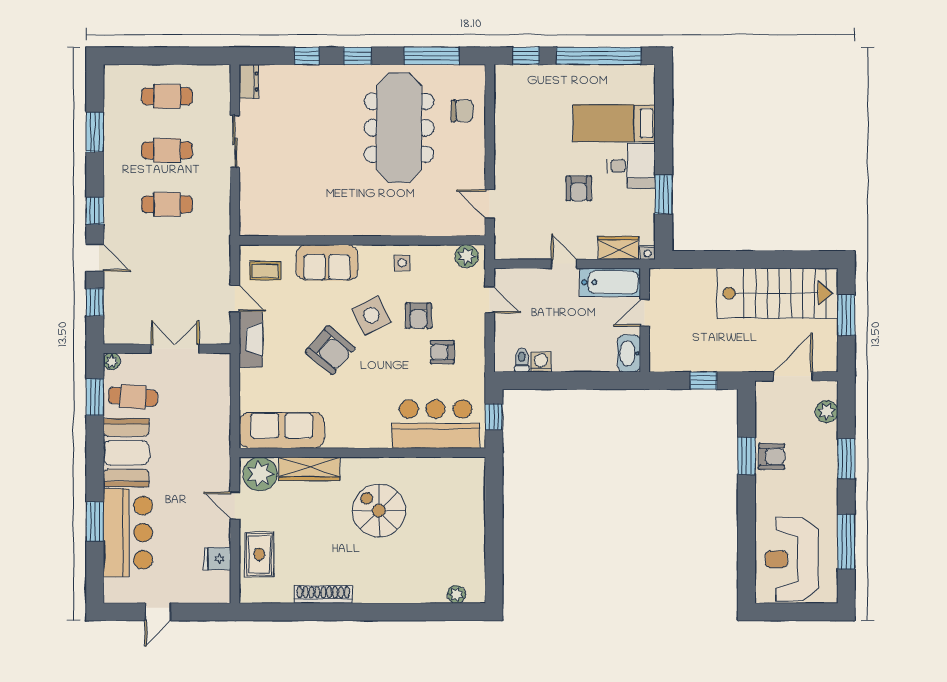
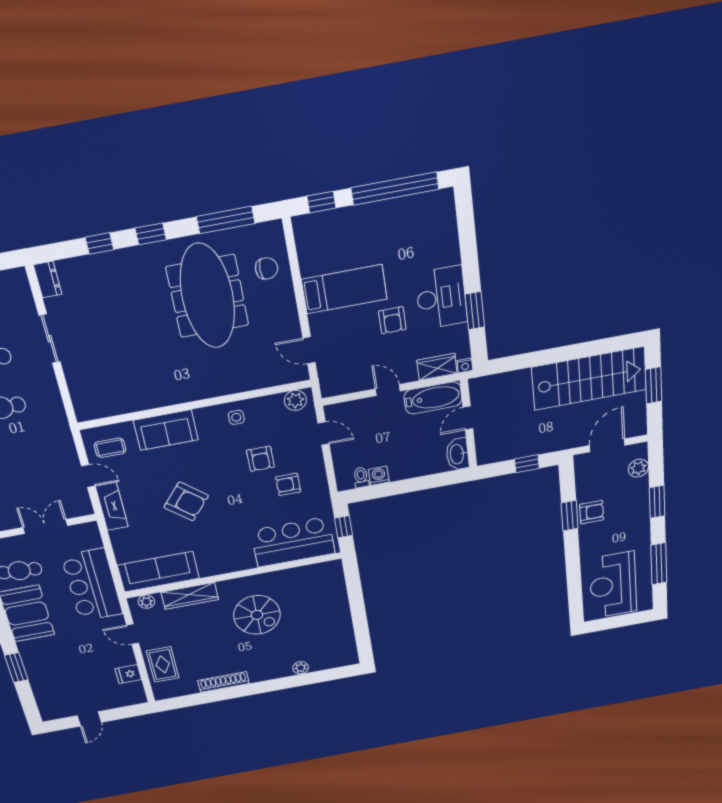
bed: (614, 123) -> (344, 289), moved, turned 180
desk: (631, 166) -> (441, 298), width x1.37
side table: (371, 315) -> (217, 466), removed
plant: (260, 474) -> (146, 602), width x0.53, depth x0.53
spiral stairs: (379, 511) -> (257, 615), turned 180
bar counter: (128, 533) -> (92, 585), moved, turned 180
plant: (456, 594) -> (301, 668), moved

